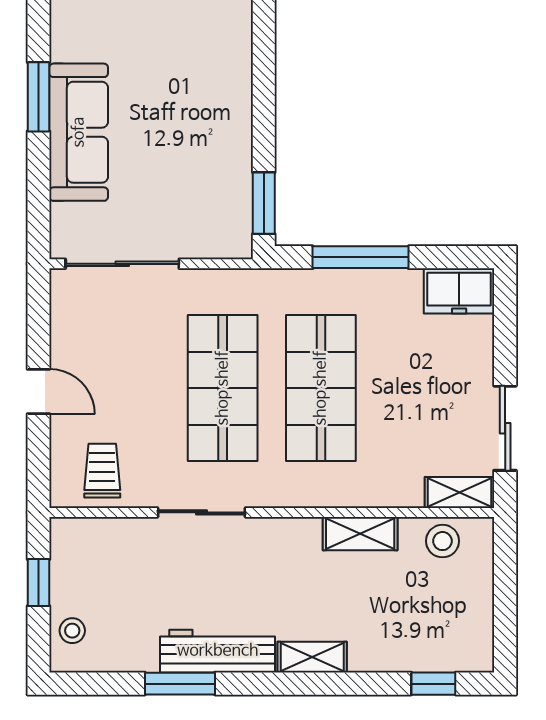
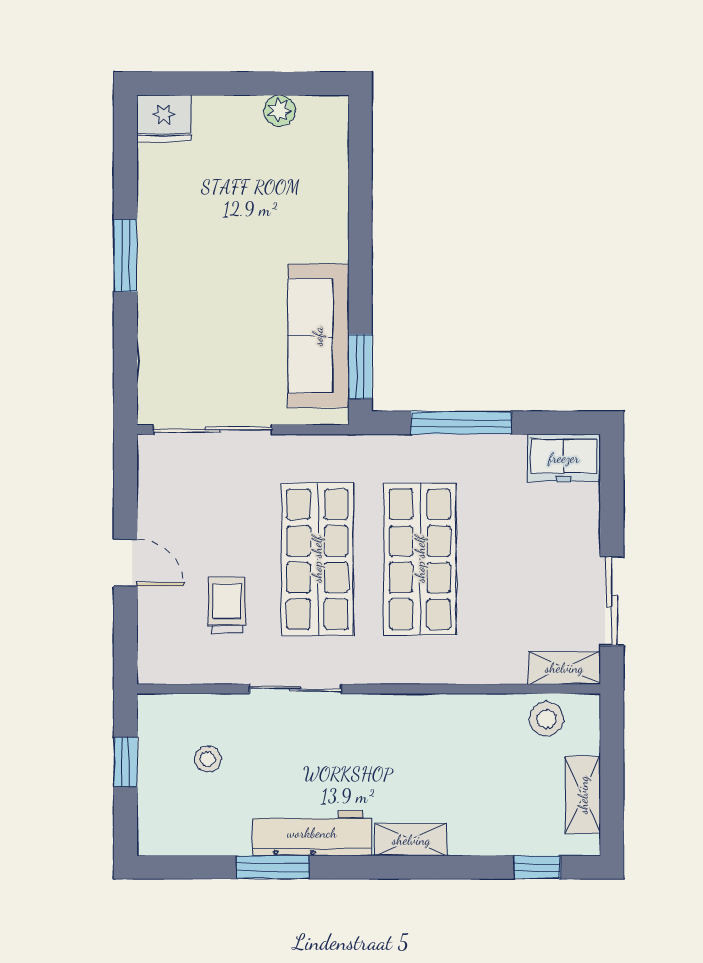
sofa: (79, 132) -> (318, 336), moved, turned 180
trolley: (102, 471) -> (227, 605), moved
shelving: (360, 534) -> (583, 795), moved, turned 90
stool: (72, 631) -> (208, 759), moved

